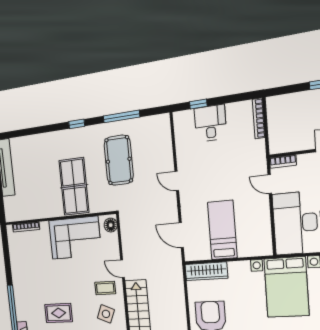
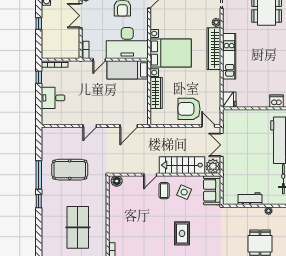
window: (198, 104) -> (39, 77), moved
window: (121, 117) -> (39, 175), moved
table tennis table: (74, 186) -> (78, 227), moved, turned 90
bed: (222, 230) -> (128, 70), moved
corner sofa: (75, 238) -> (124, 212), removed
wardrobe: (206, 271) -> (156, 93), moved

